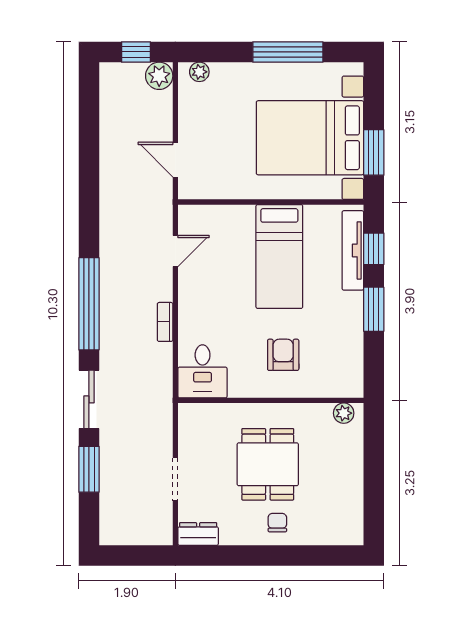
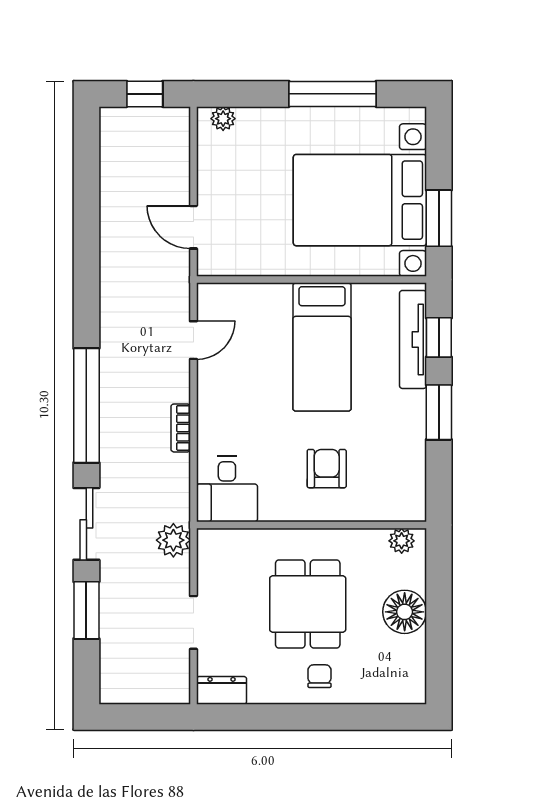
plant: (159, 76) -> (173, 540), moved
floor lamp: (346, 471) -> (405, 612), added

